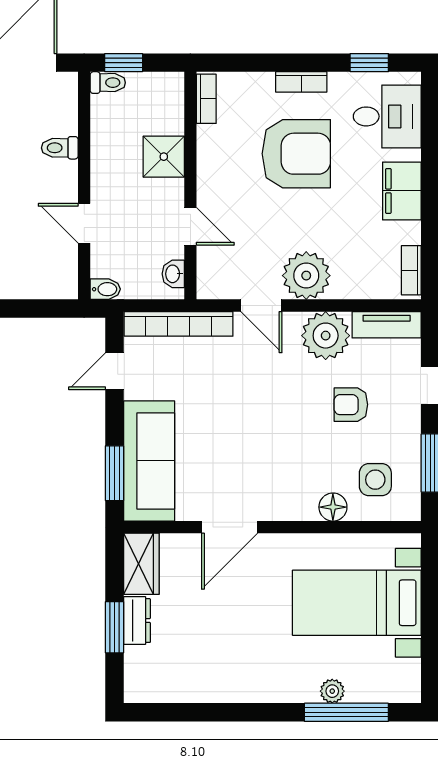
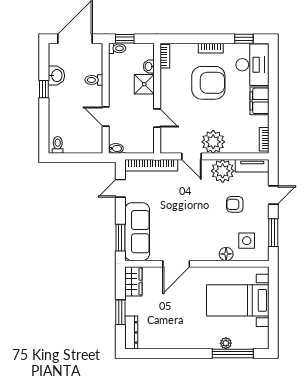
desk: (387, 116) -> (252, 65), width x1.37
washbasin: (173, 274) -> (149, 66), moved
dresser: (137, 621) -> (131, 332), moved, width x1.44

